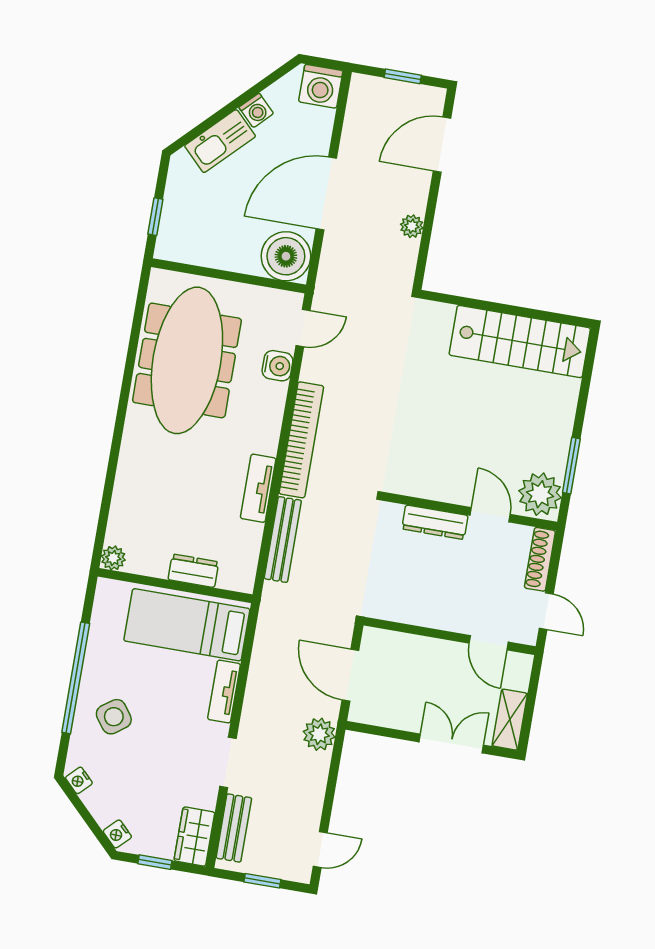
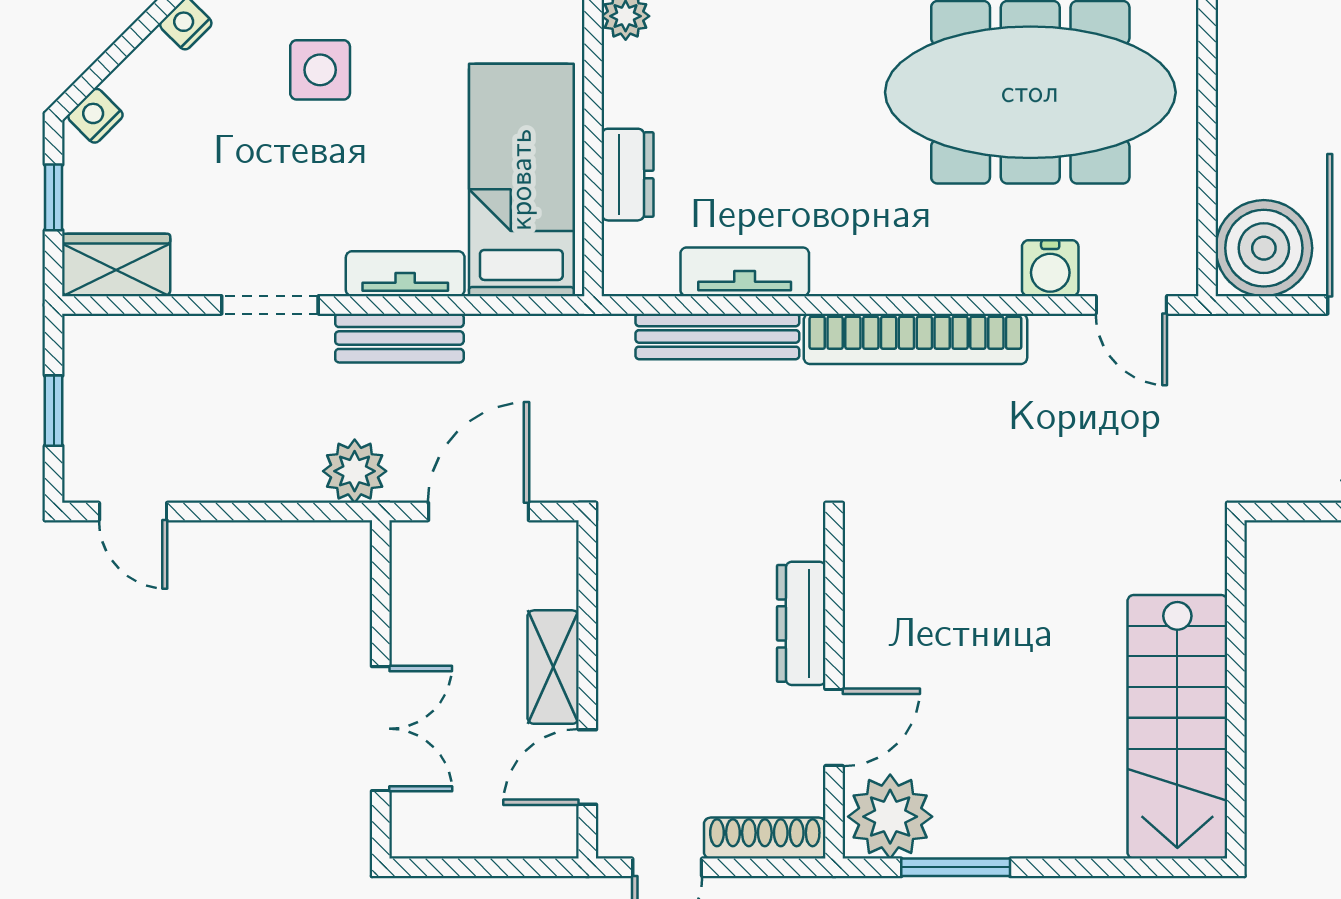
tv unit: (258, 488) -> (745, 272), moved
side table: (114, 717) -> (320, 70), turned 36
shelving: (510, 720) -> (553, 667), moved, turned 90
bench: (234, 828) -> (399, 338), moved

